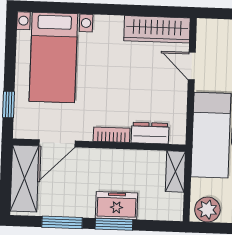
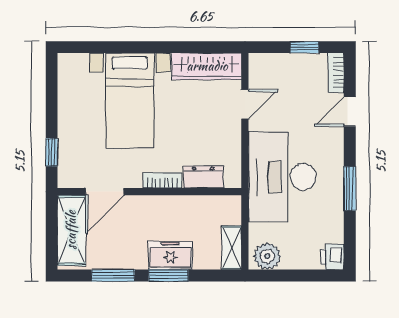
bed with nightstands: (53, 58) -> (130, 100), moved
door: (192, 66) -> (245, 104), swing flipped
shelving: (175, 172) -> (232, 248), moved

